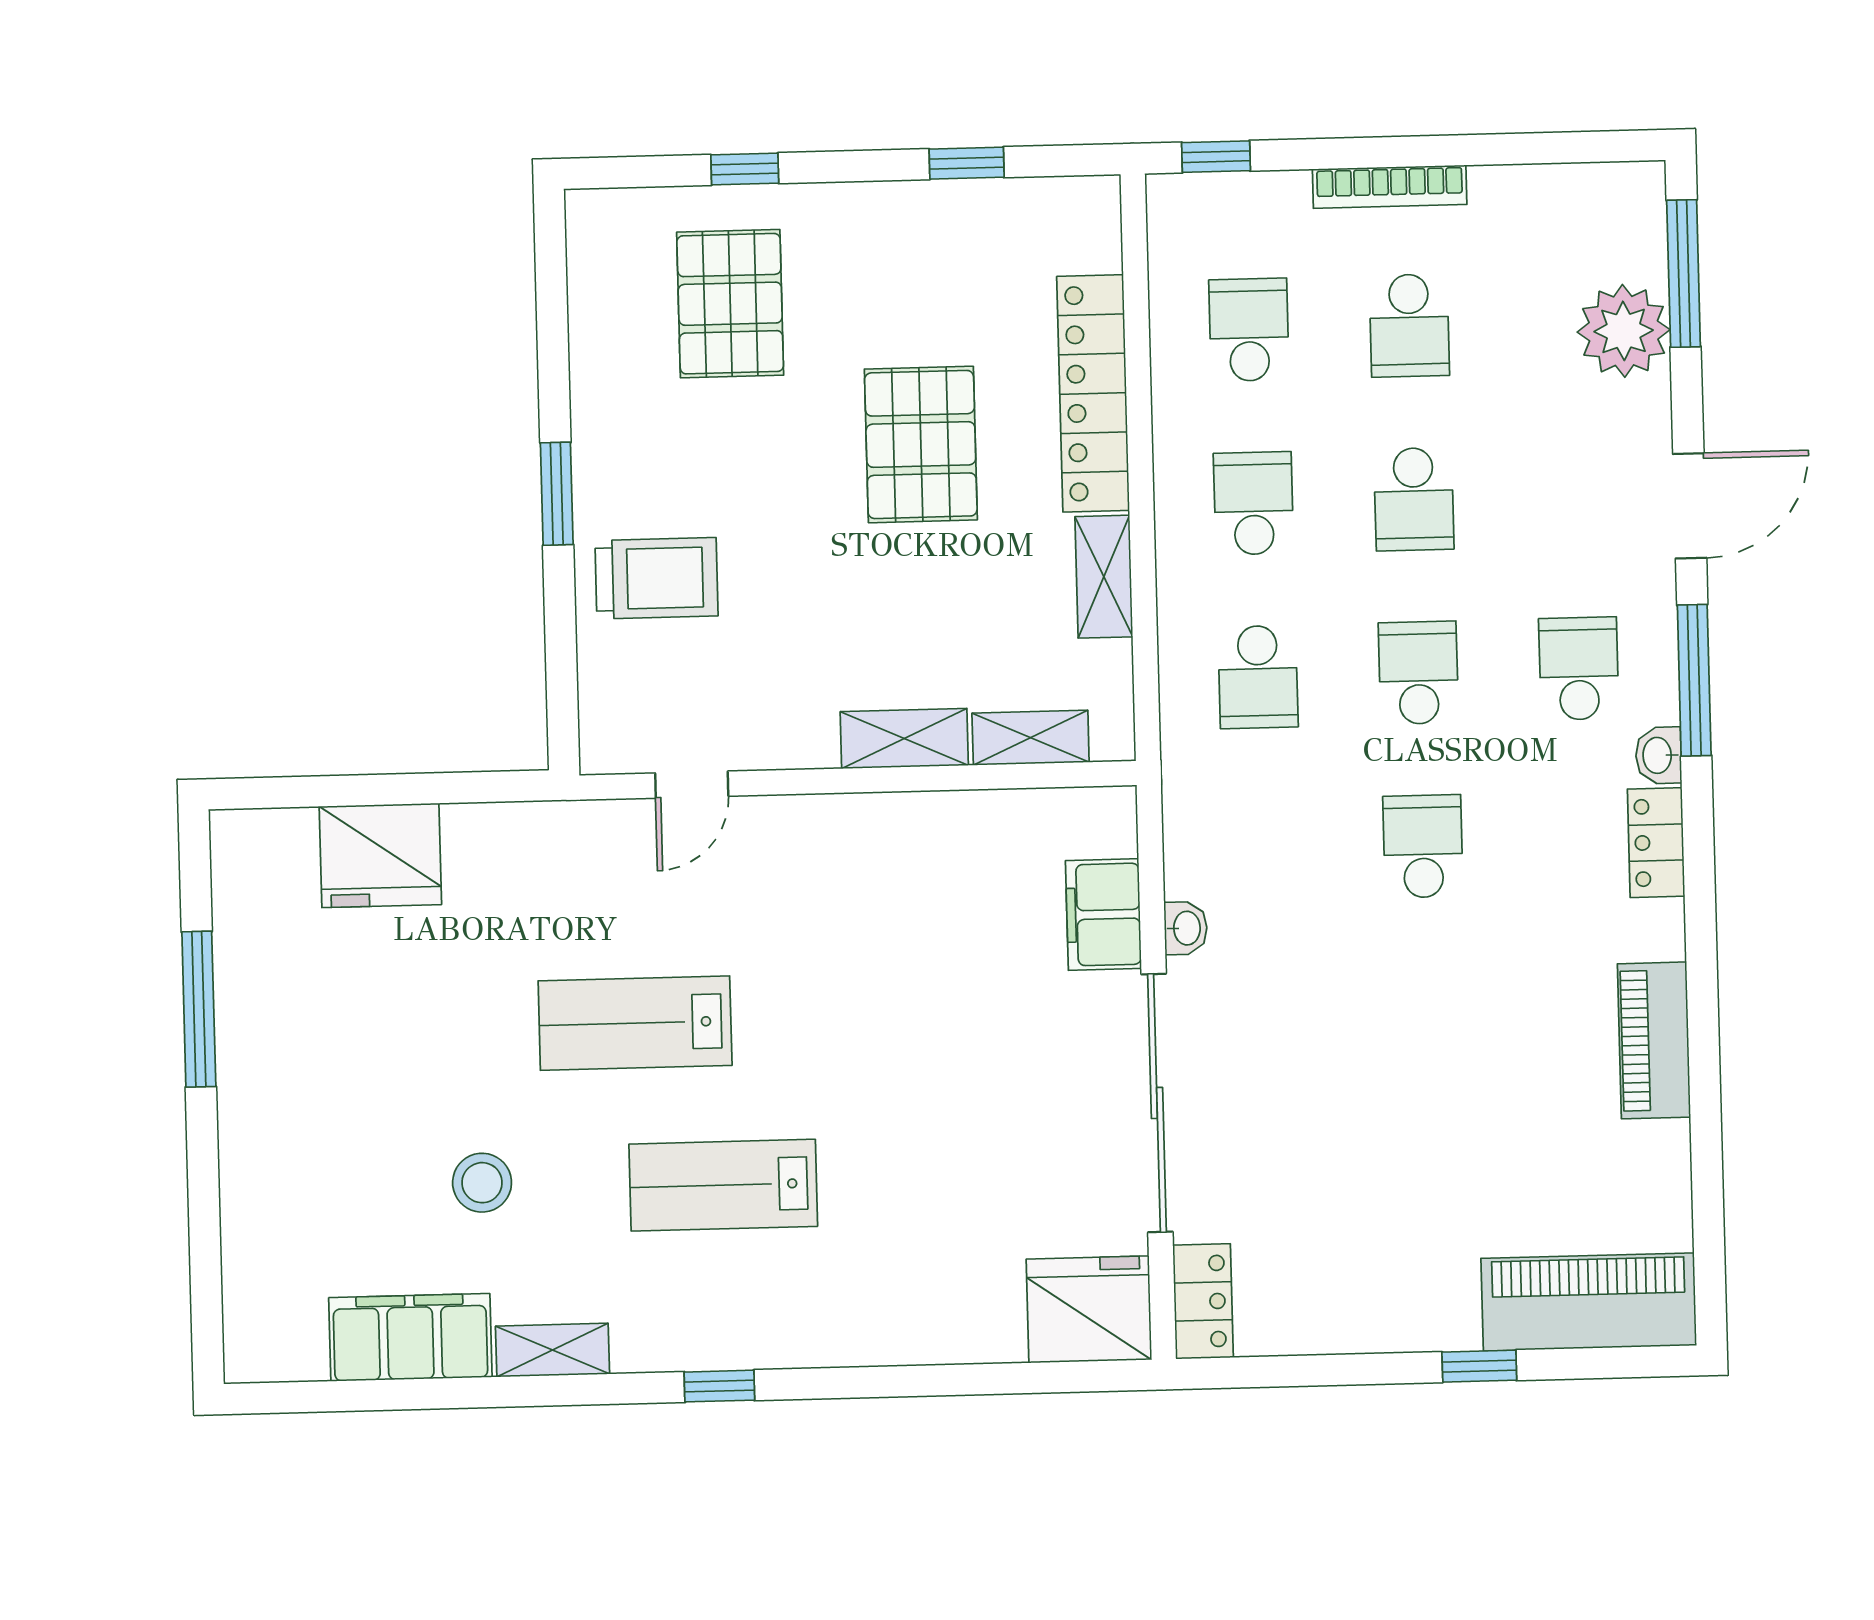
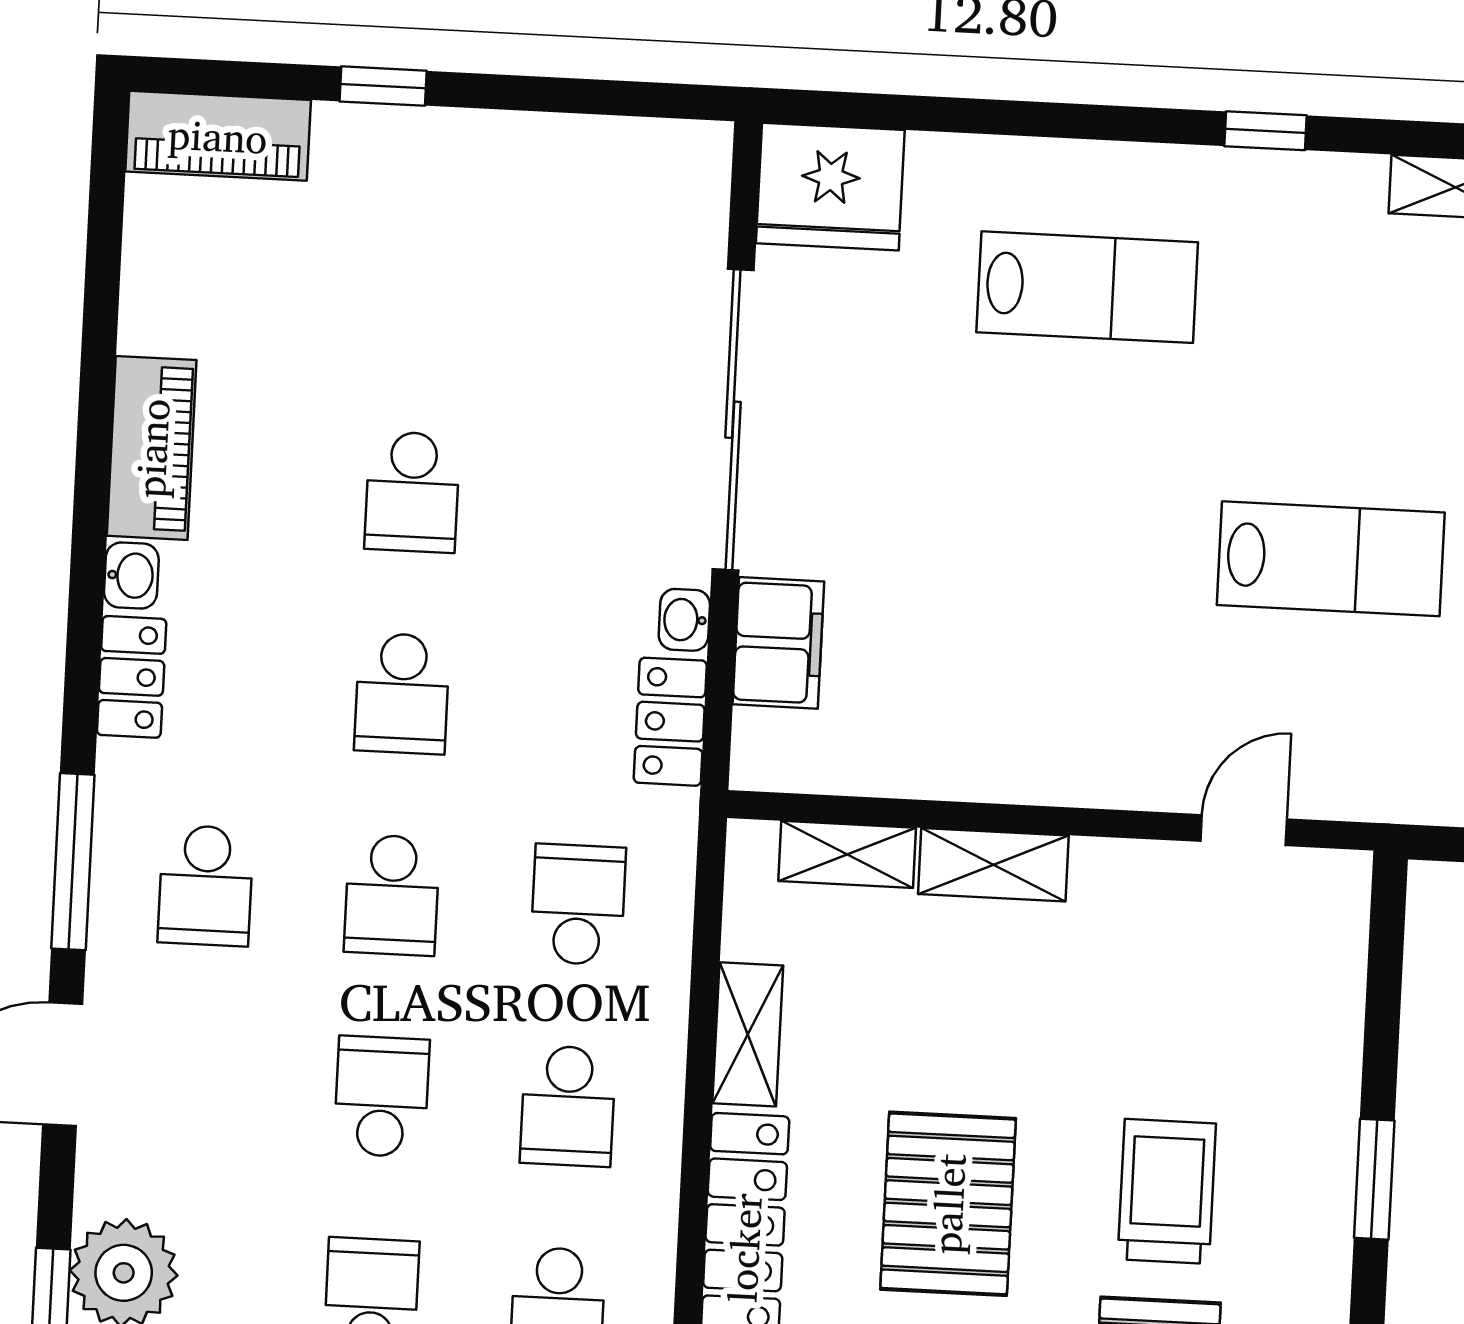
trolley: (657, 578) -> (1167, 1191), moved, turned 90
washbasin: (1658, 755) -> (131, 575), moved
school desk: (1427, 1020) -> (412, 492), added
lab bench: (723, 1185) -> (1087, 287), moved
locker: (1203, 1301) -> (670, 722), moved
piano: (1589, 1302) -> (218, 136), width x0.73, depth x0.75

